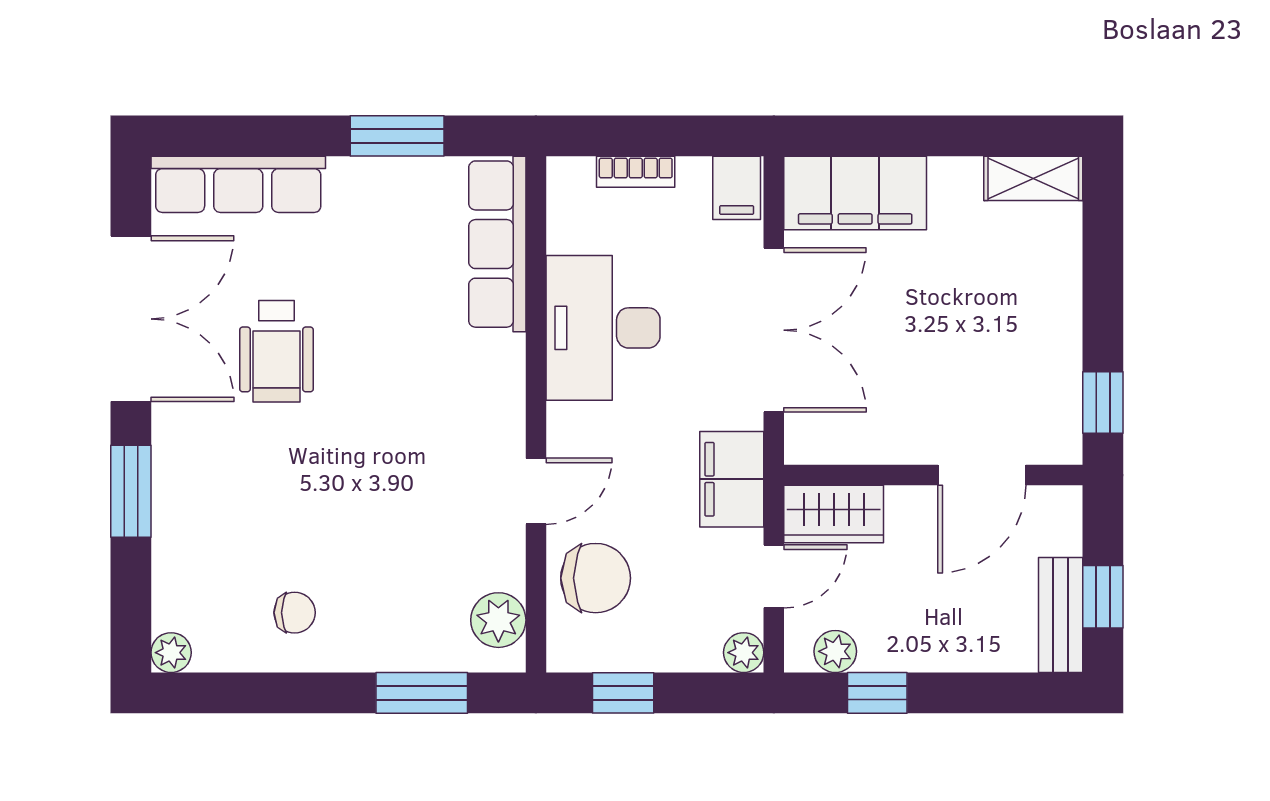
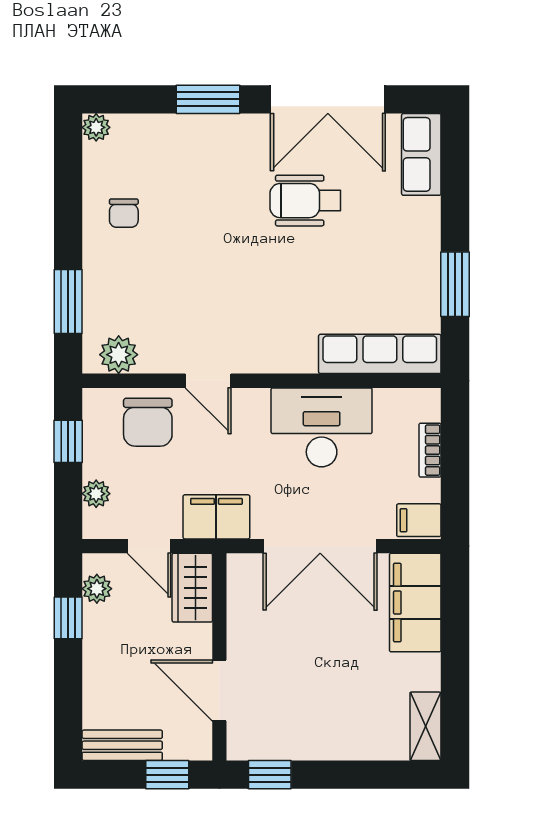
row of seats: (238, 184) -> (421, 154), width x0.68
window: (1103, 597) -> (167, 775), moved
plant: (744, 653) -> (96, 494), moved

